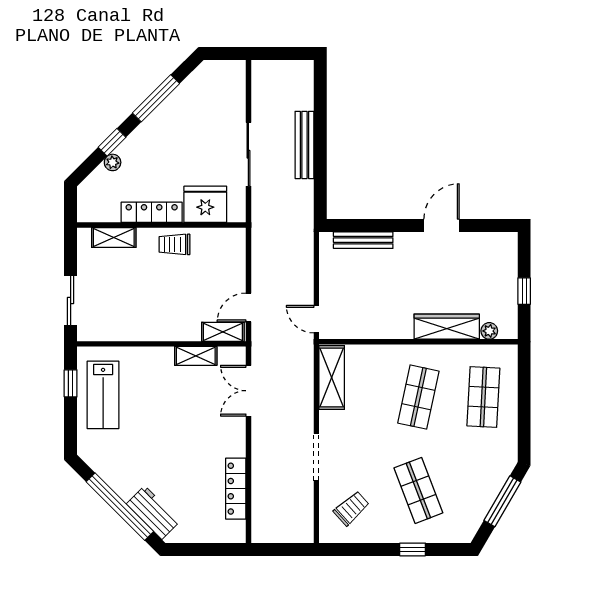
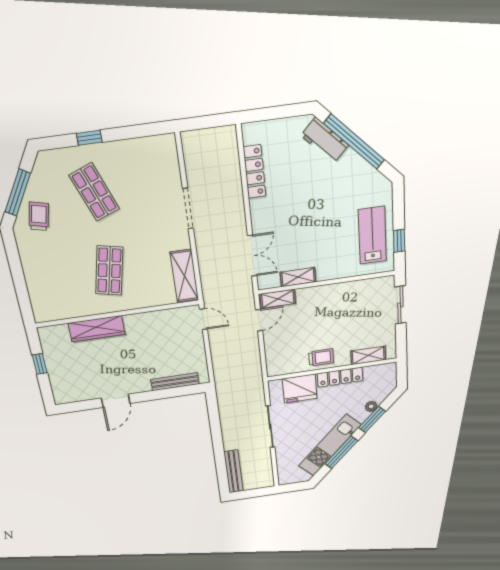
kitchen unit: (171, 112) -> (330, 445), added
window: (112, 142) -> (372, 420), width x1.50
bench: (304, 145) -> (234, 471), moved
plant: (489, 331) -> (61, 330), removed
shop shelf: (483, 397) -> (54, 278), removed
trolley: (351, 508) -> (39, 216), moved, turned 145

